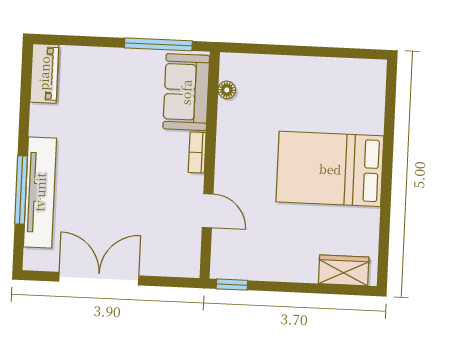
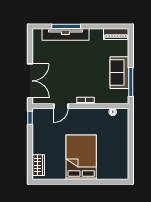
sofa: (186, 92) -> (119, 73), moved, turned -90
double door: (99, 279) -> (30, 81), moved

